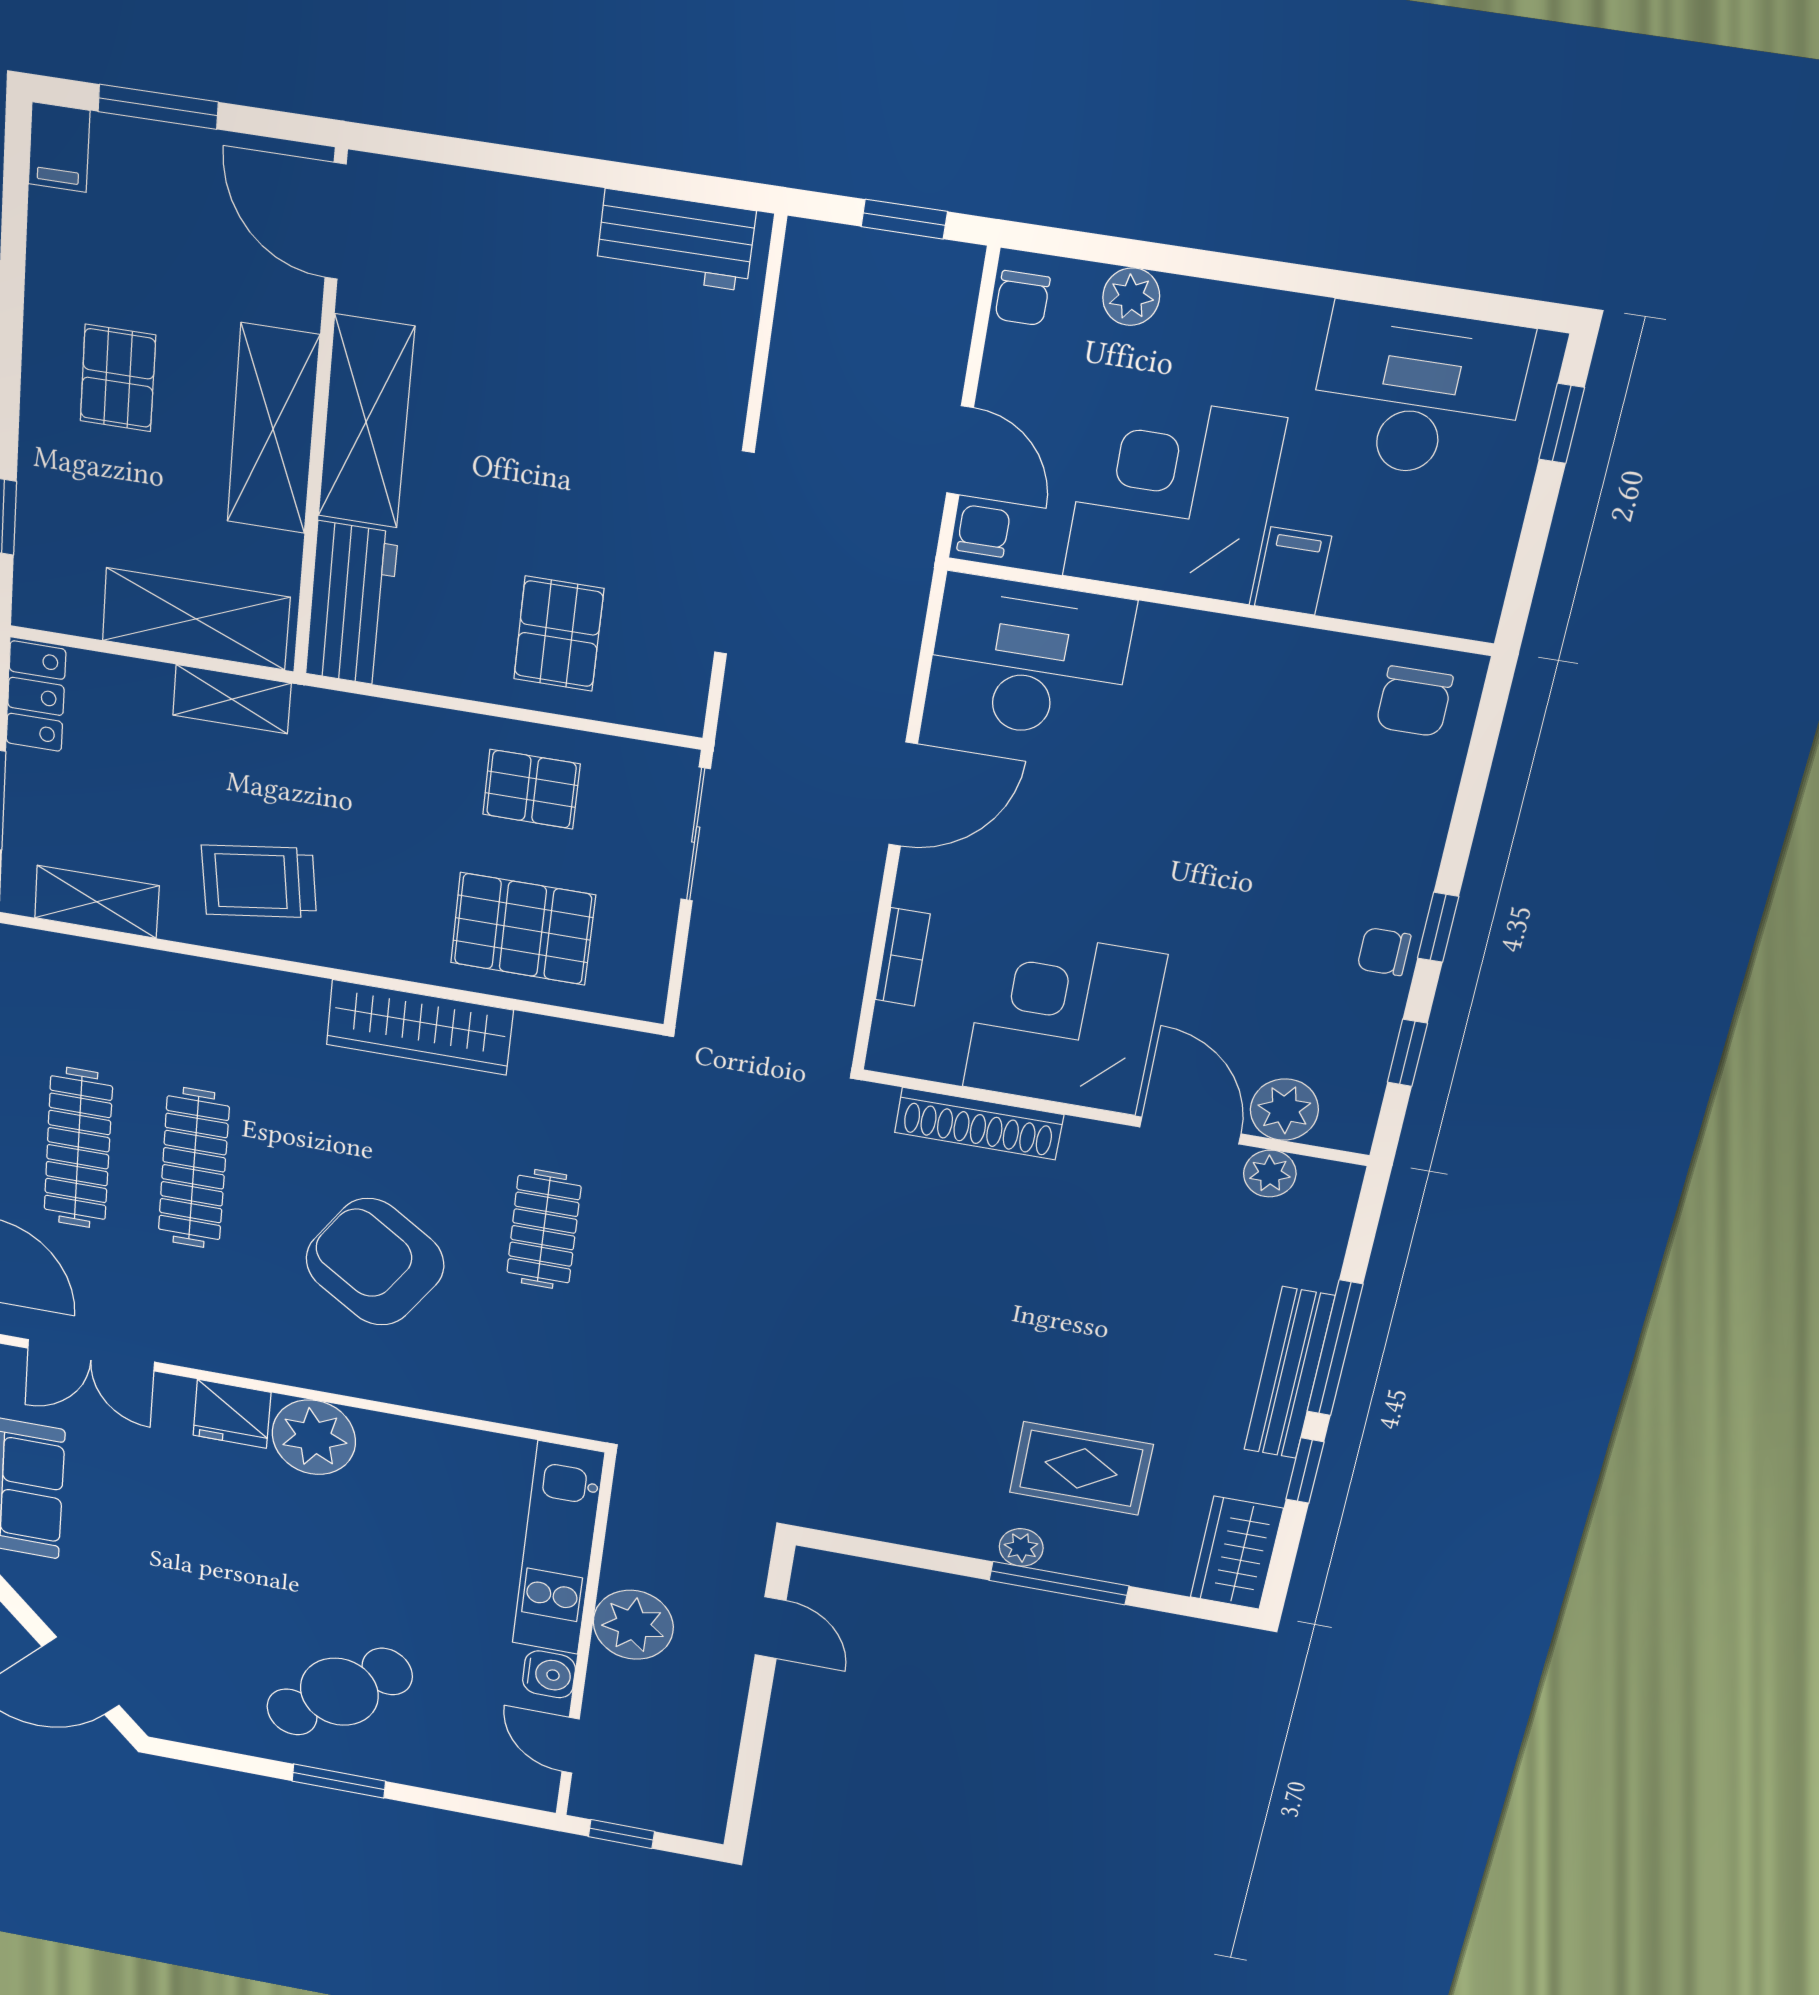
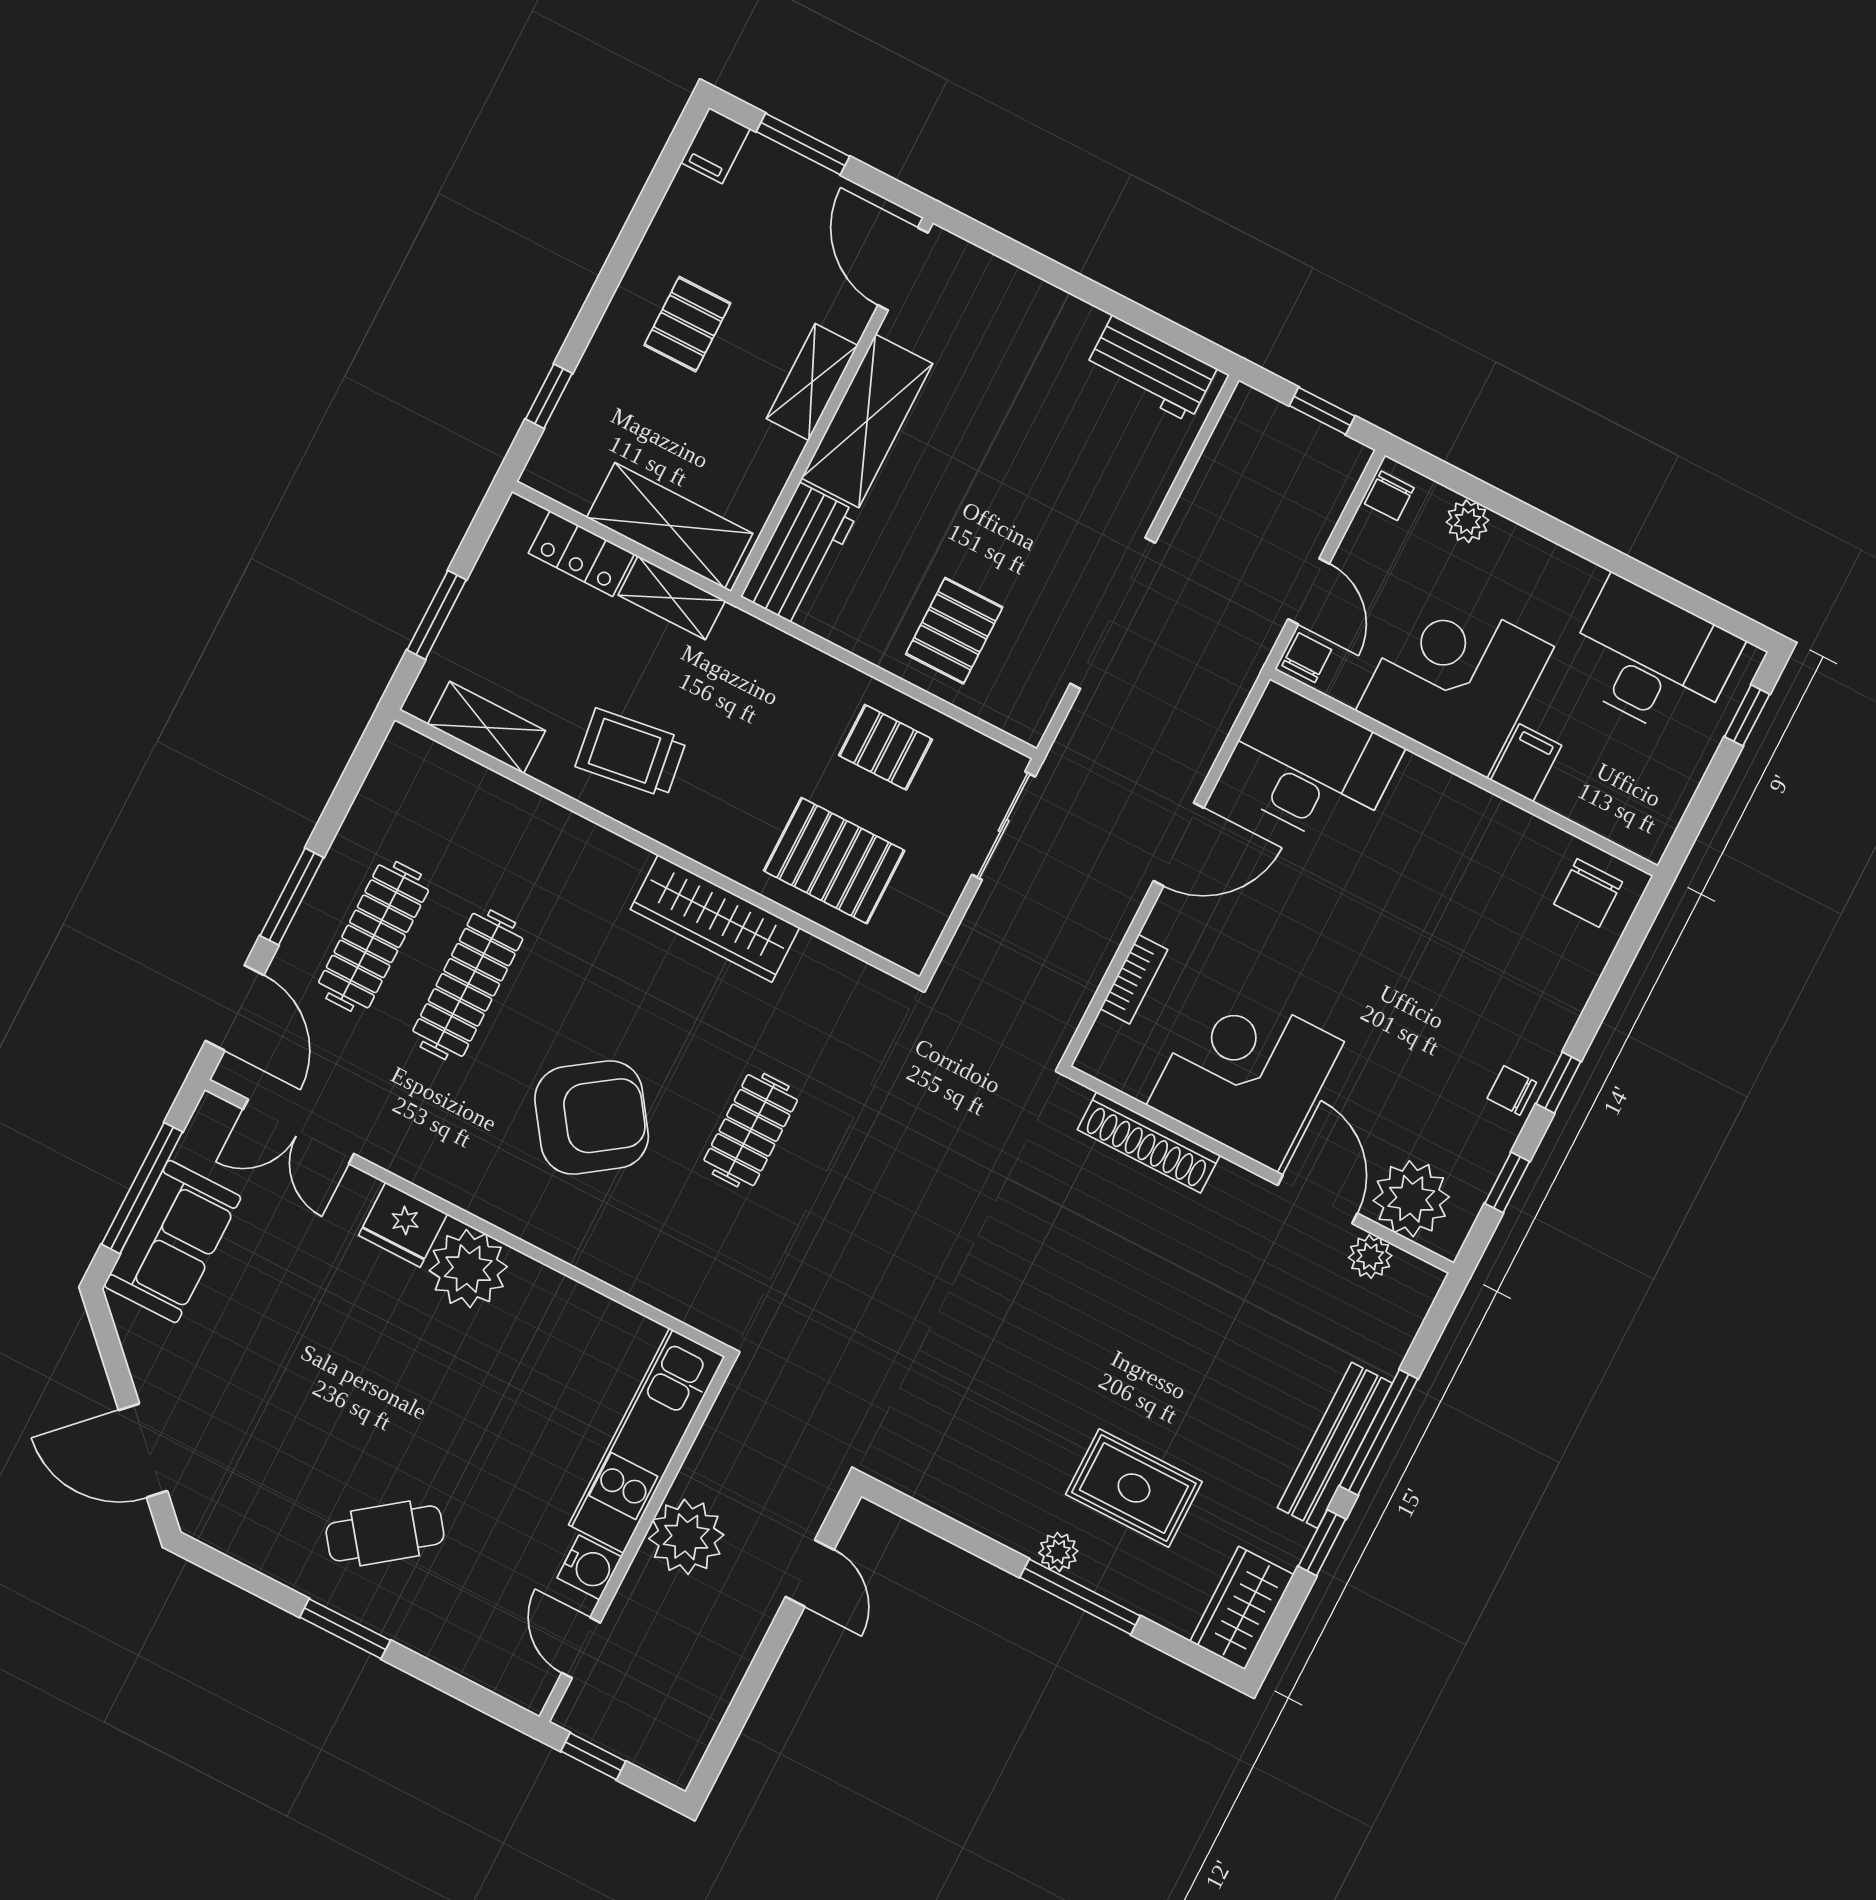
shelving: (273, 429) -> (812, 382), width x0.67, depth x0.75
locker: (36, 696) -> (581, 554), moved, turned 90
plant: (1284, 1110) -> (1411, 1199), width x1.36, depth x1.36
armchair: (375, 1262) -> (592, 1117), turned 111
cafe table: (339, 1692) -> (385, 1533), width x0.73, depth x0.74

